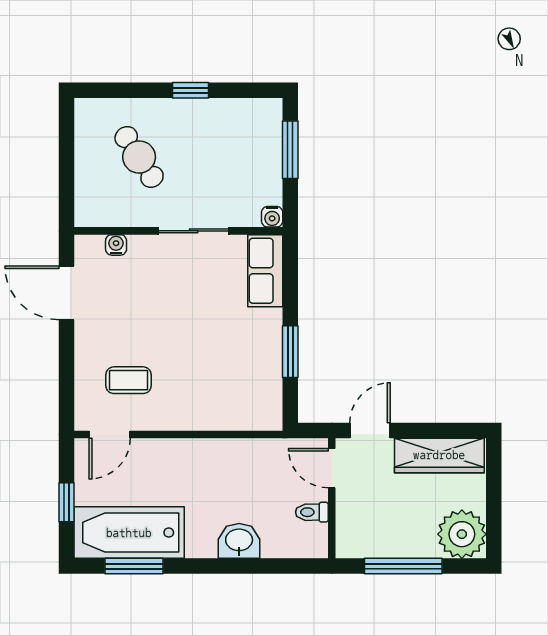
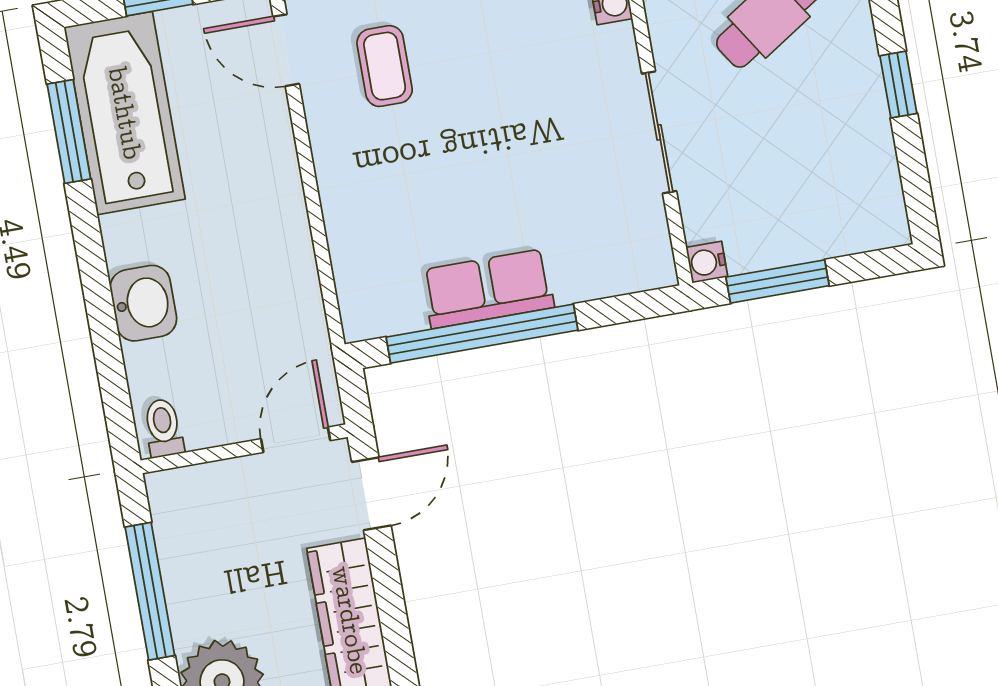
window: (290, 150) -> (778, 281), moved
row of seats: (265, 271) -> (488, 289), moved
window: (290, 352) -> (482, 334), width x2.11
door: (370, 431) -> (371, 494), hinge flipped
toilet: (312, 512) -> (163, 428), moved

